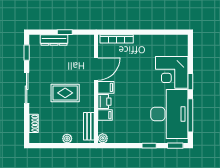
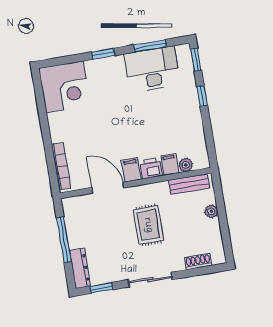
window: (65, 32) -> (64, 240), width x2.17
dresser: (54, 40) -> (80, 268), moved
corner desk: (172, 72) -> (64, 87), moved
desk: (169, 114) -> (152, 69), width x0.73, depth x0.77
window: (190, 115) -> (150, 46), width x0.69
plant: (103, 138) -> (186, 165), moved

